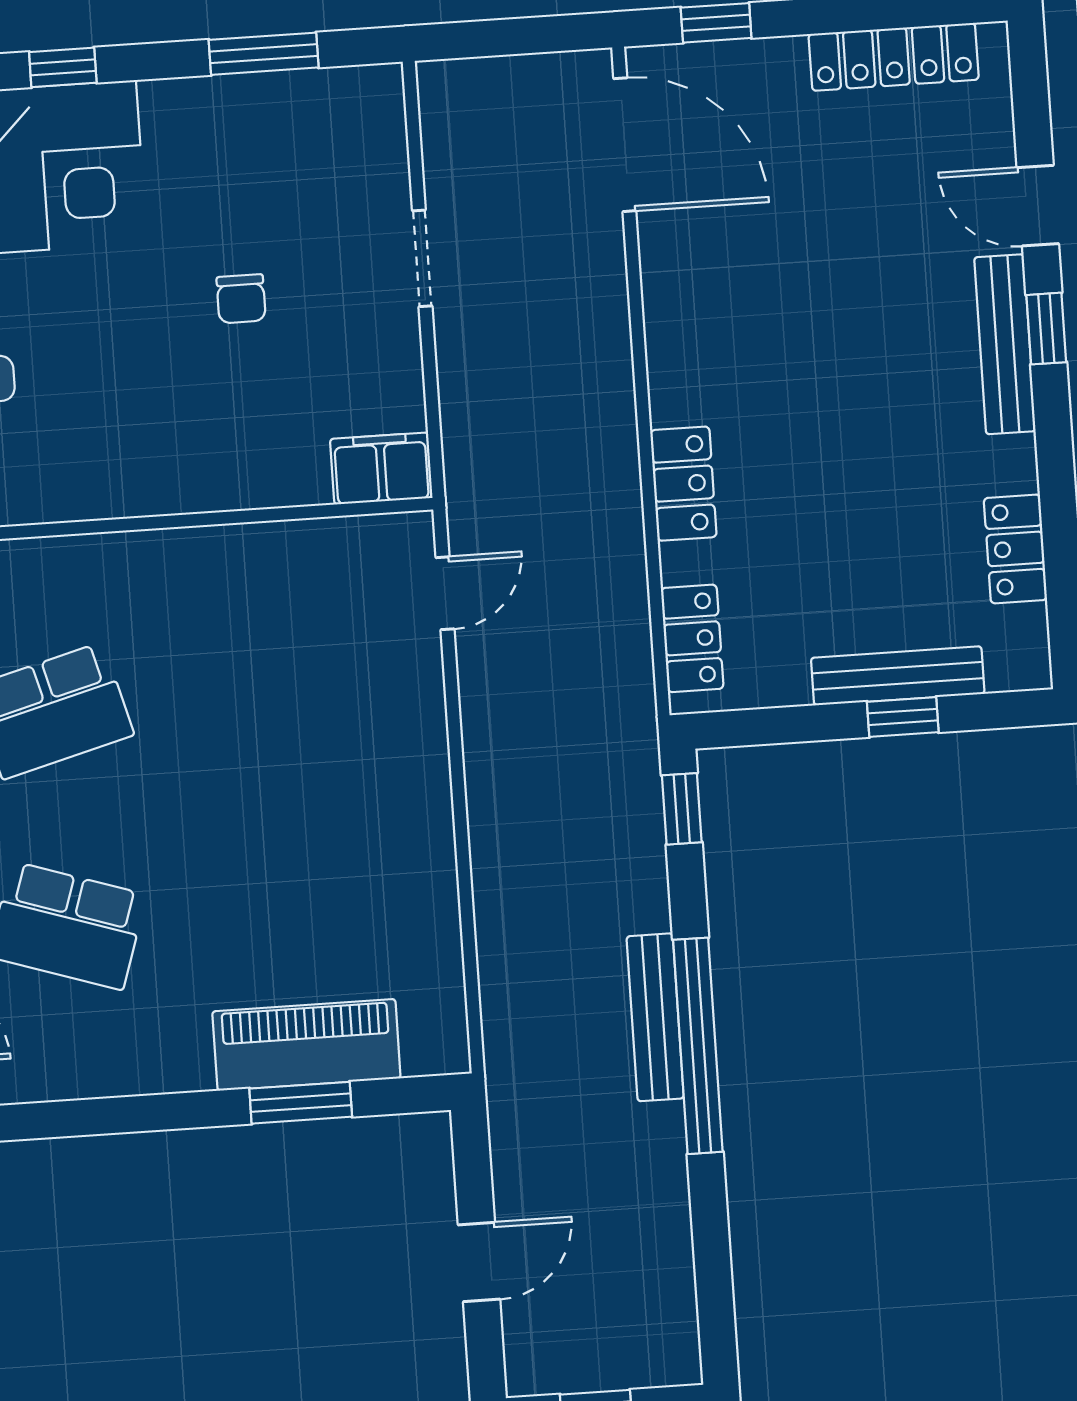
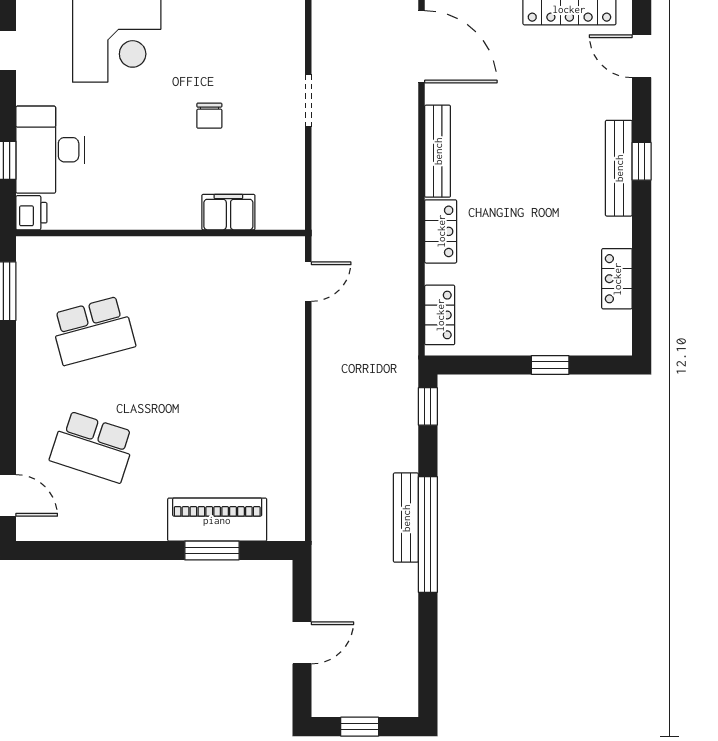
door: (1038, 206) -> (642, 56), moved
filing cabinet: (381, 468) -> (228, 212), moved
bench: (898, 676) -> (438, 151), moved, turned 90

